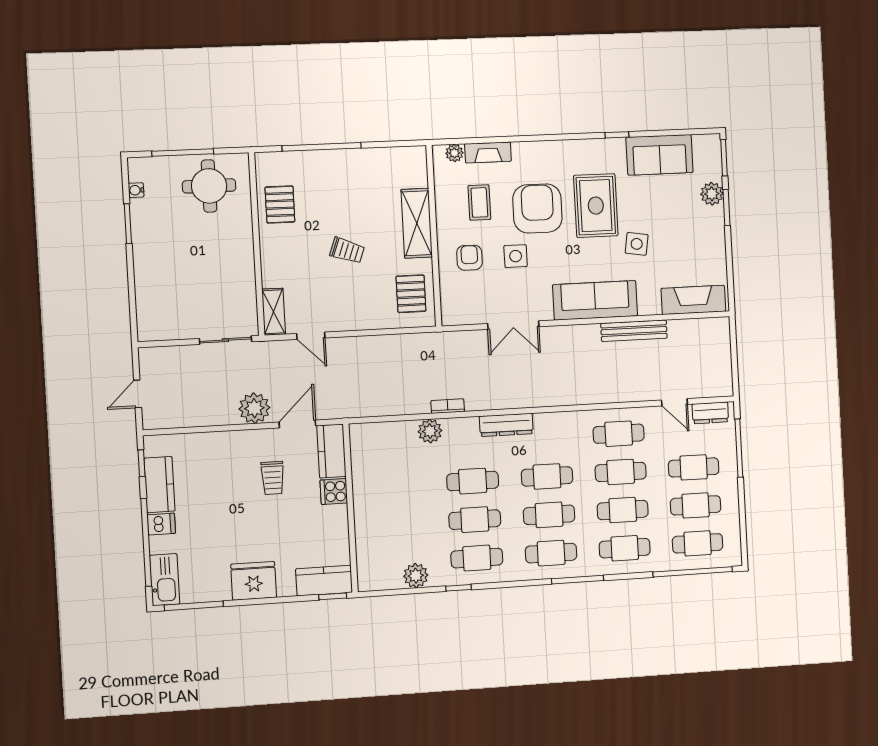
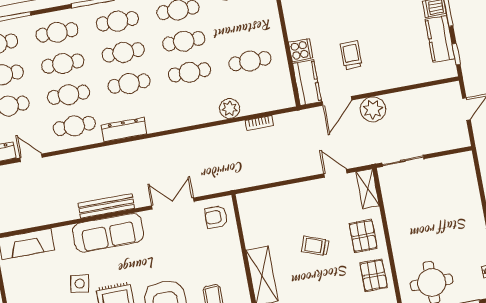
side table: (516, 256) -> (178, 260), removed
armchair: (469, 258) -> (216, 217), moved, turned 90
pallet: (411, 294) -> (363, 236), moved
bench: (634, 331) -> (106, 206), moved
bookcase: (448, 406) -> (259, 123), moved
dresser: (506, 425) -> (124, 130), moved
cafe table: (398, 486) -> (250, 61), added

